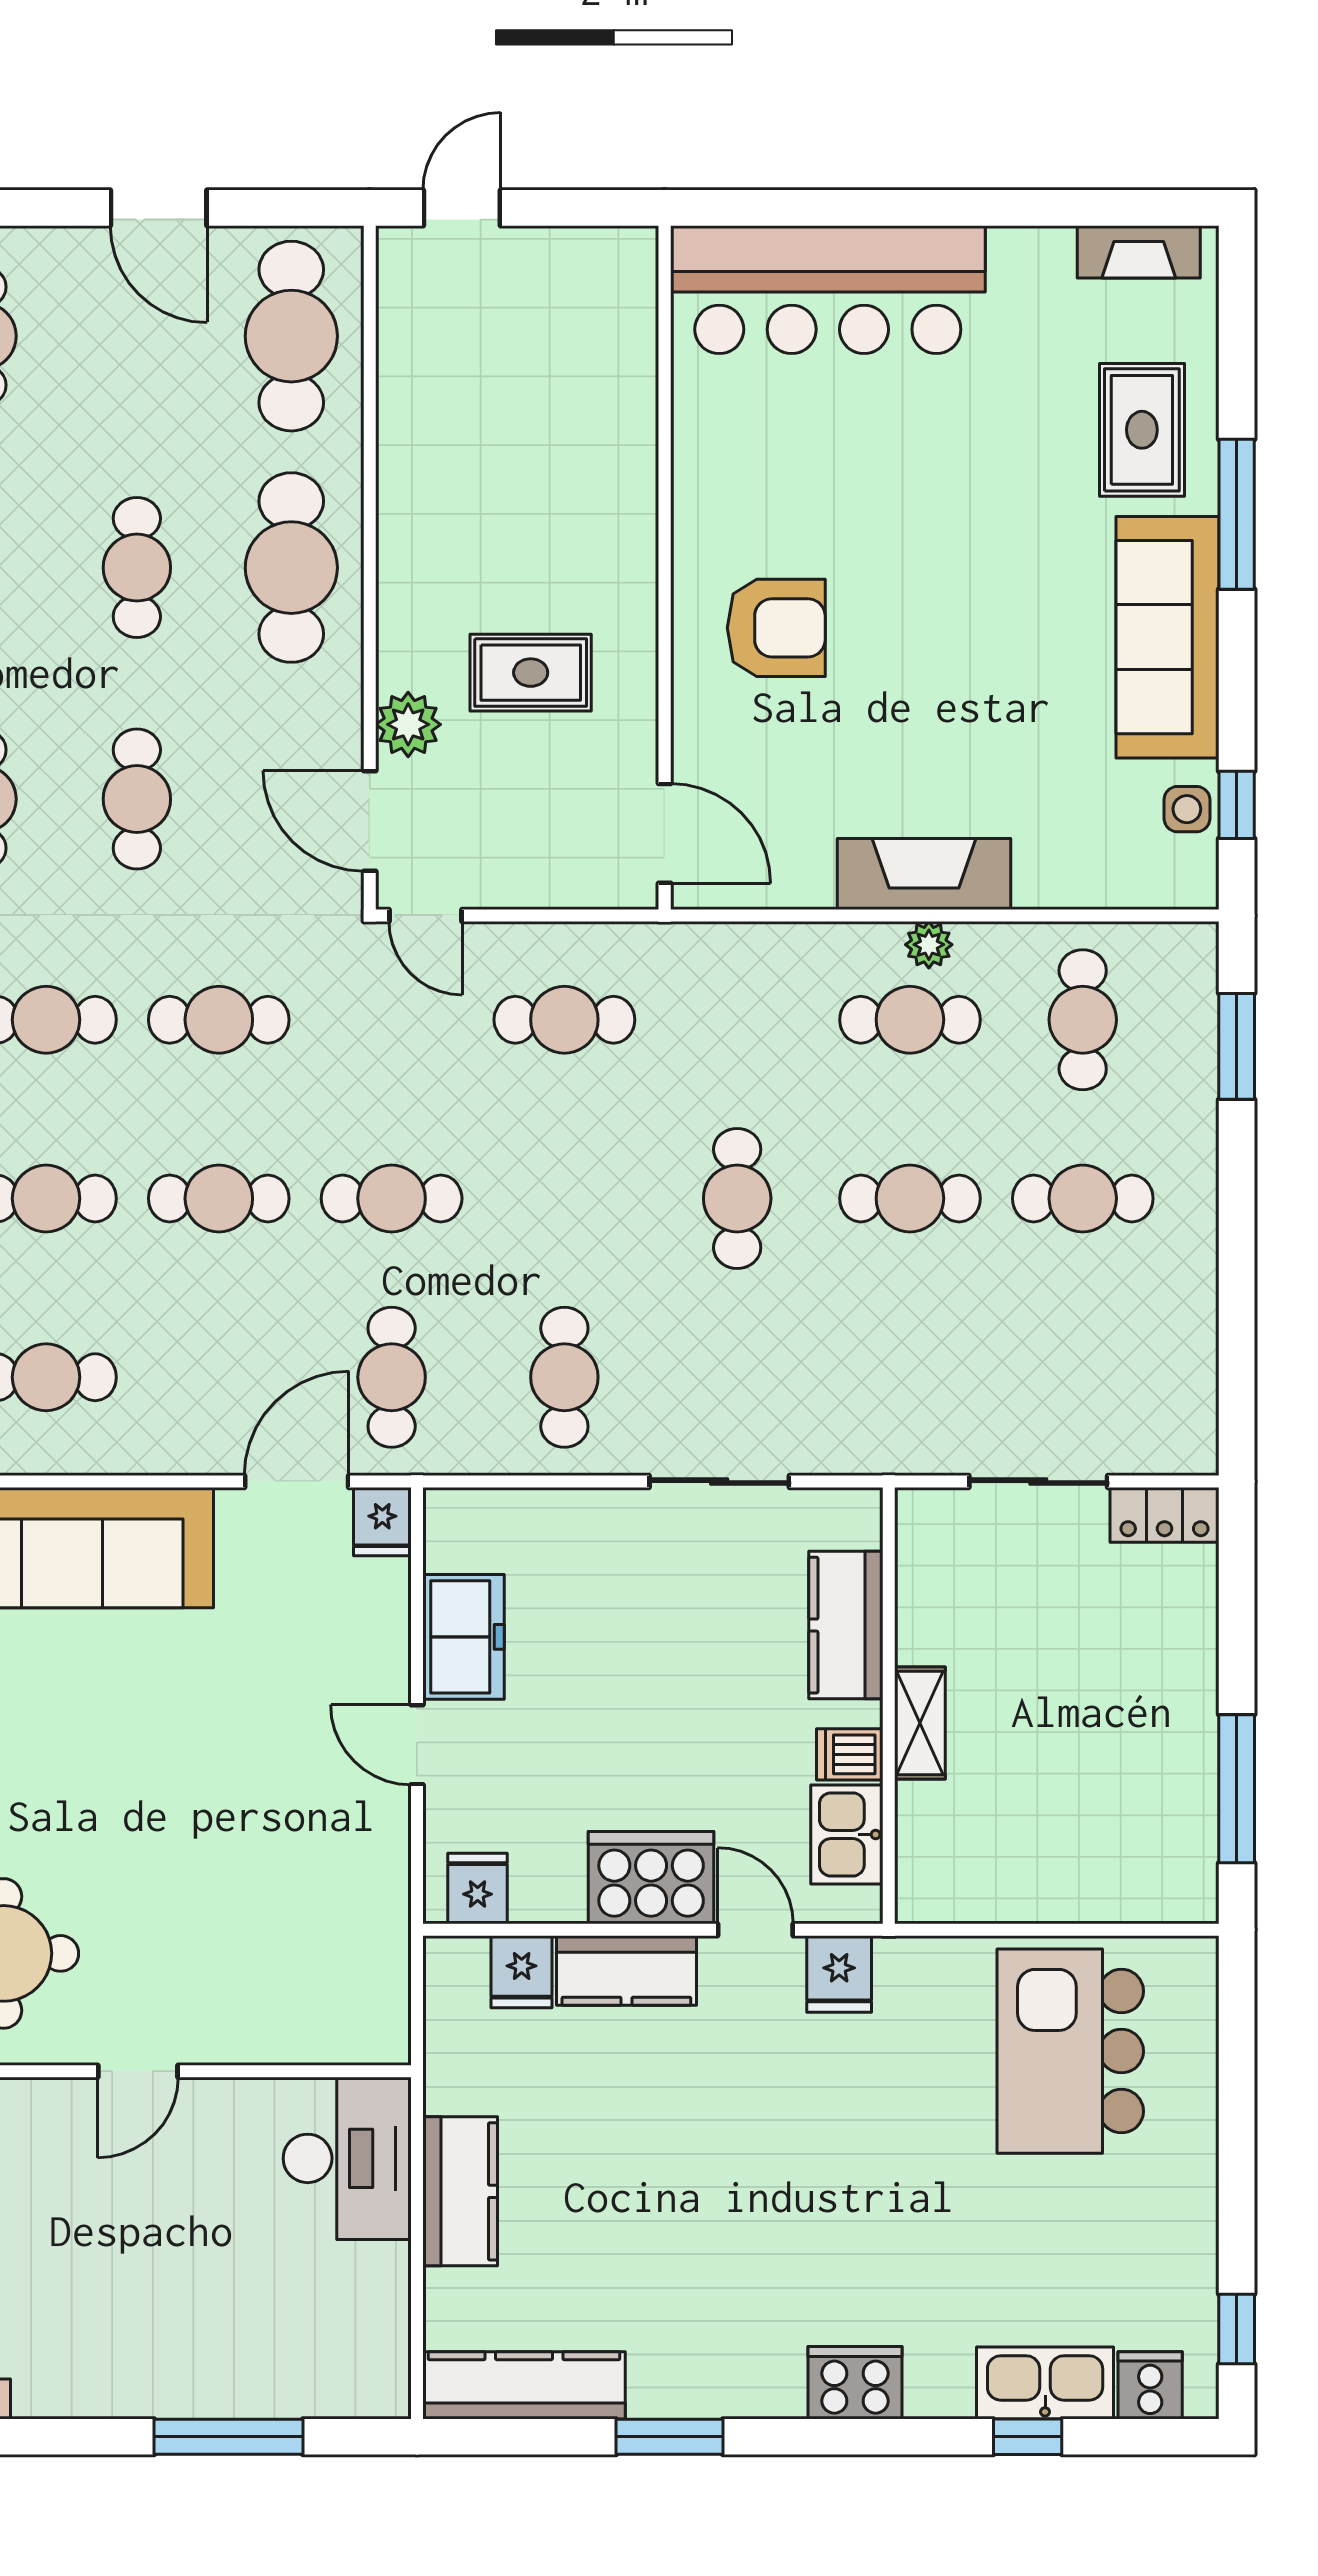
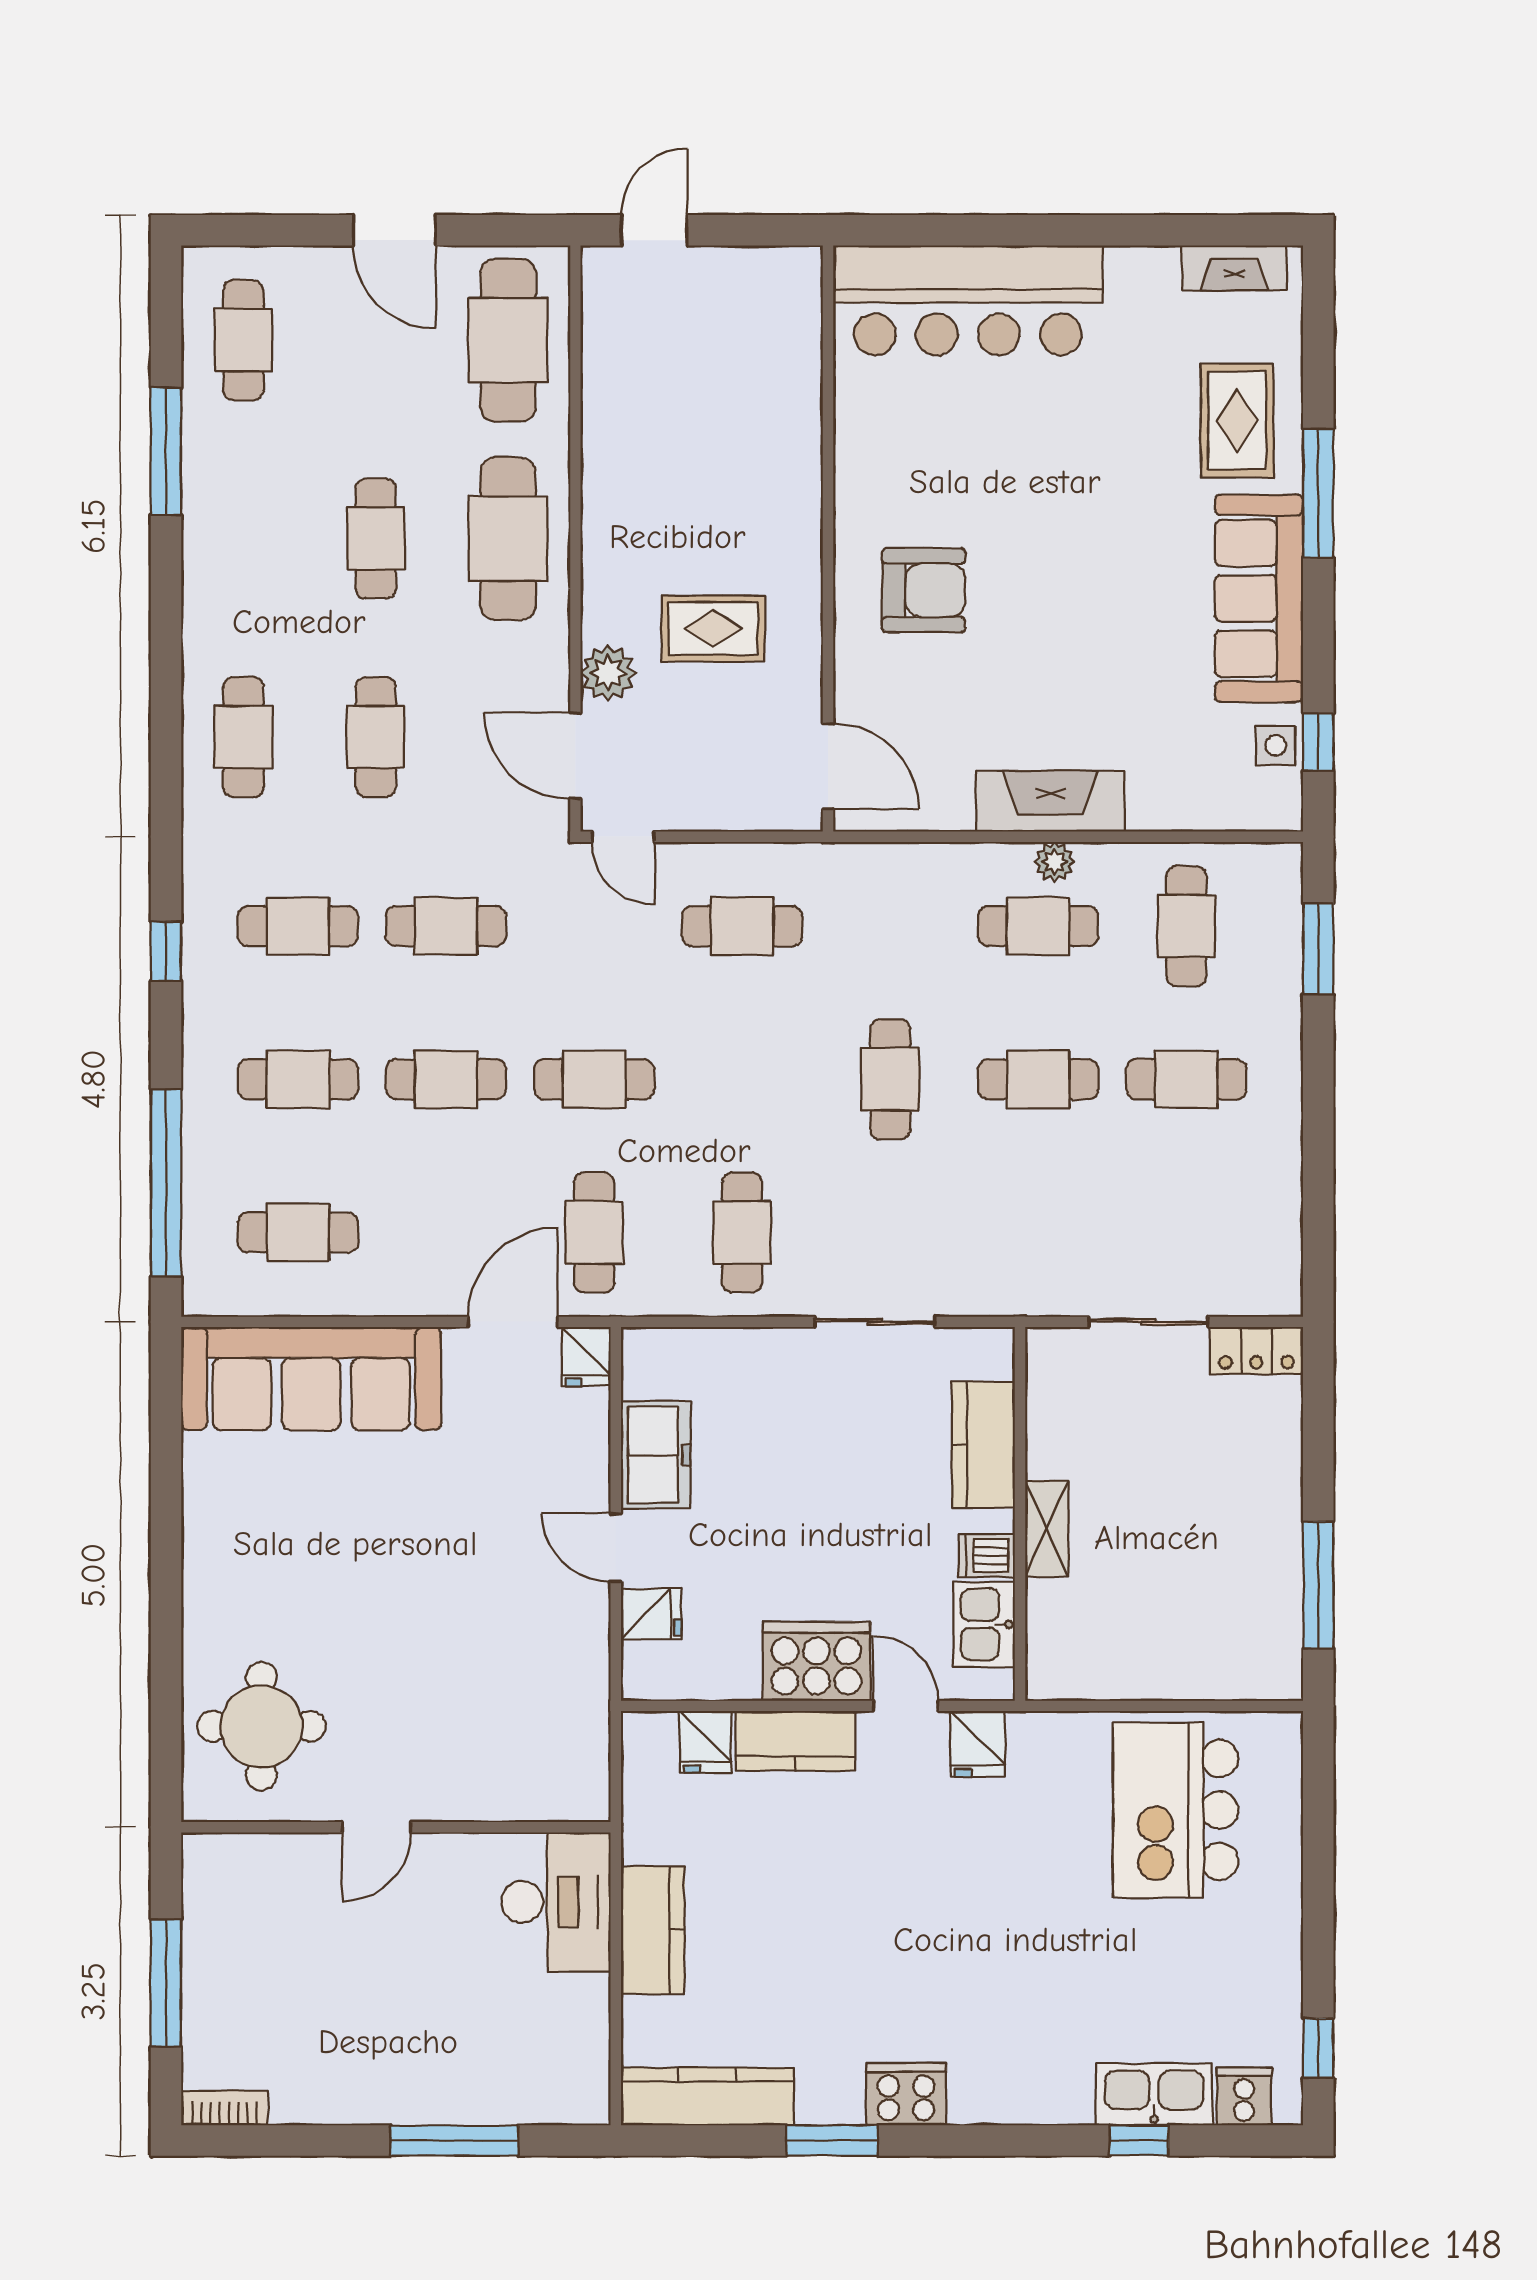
fridge: (478, 1888) -> (651, 1614), moved, turned 90
cooker: (855, 2383) -> (906, 2094), moved

